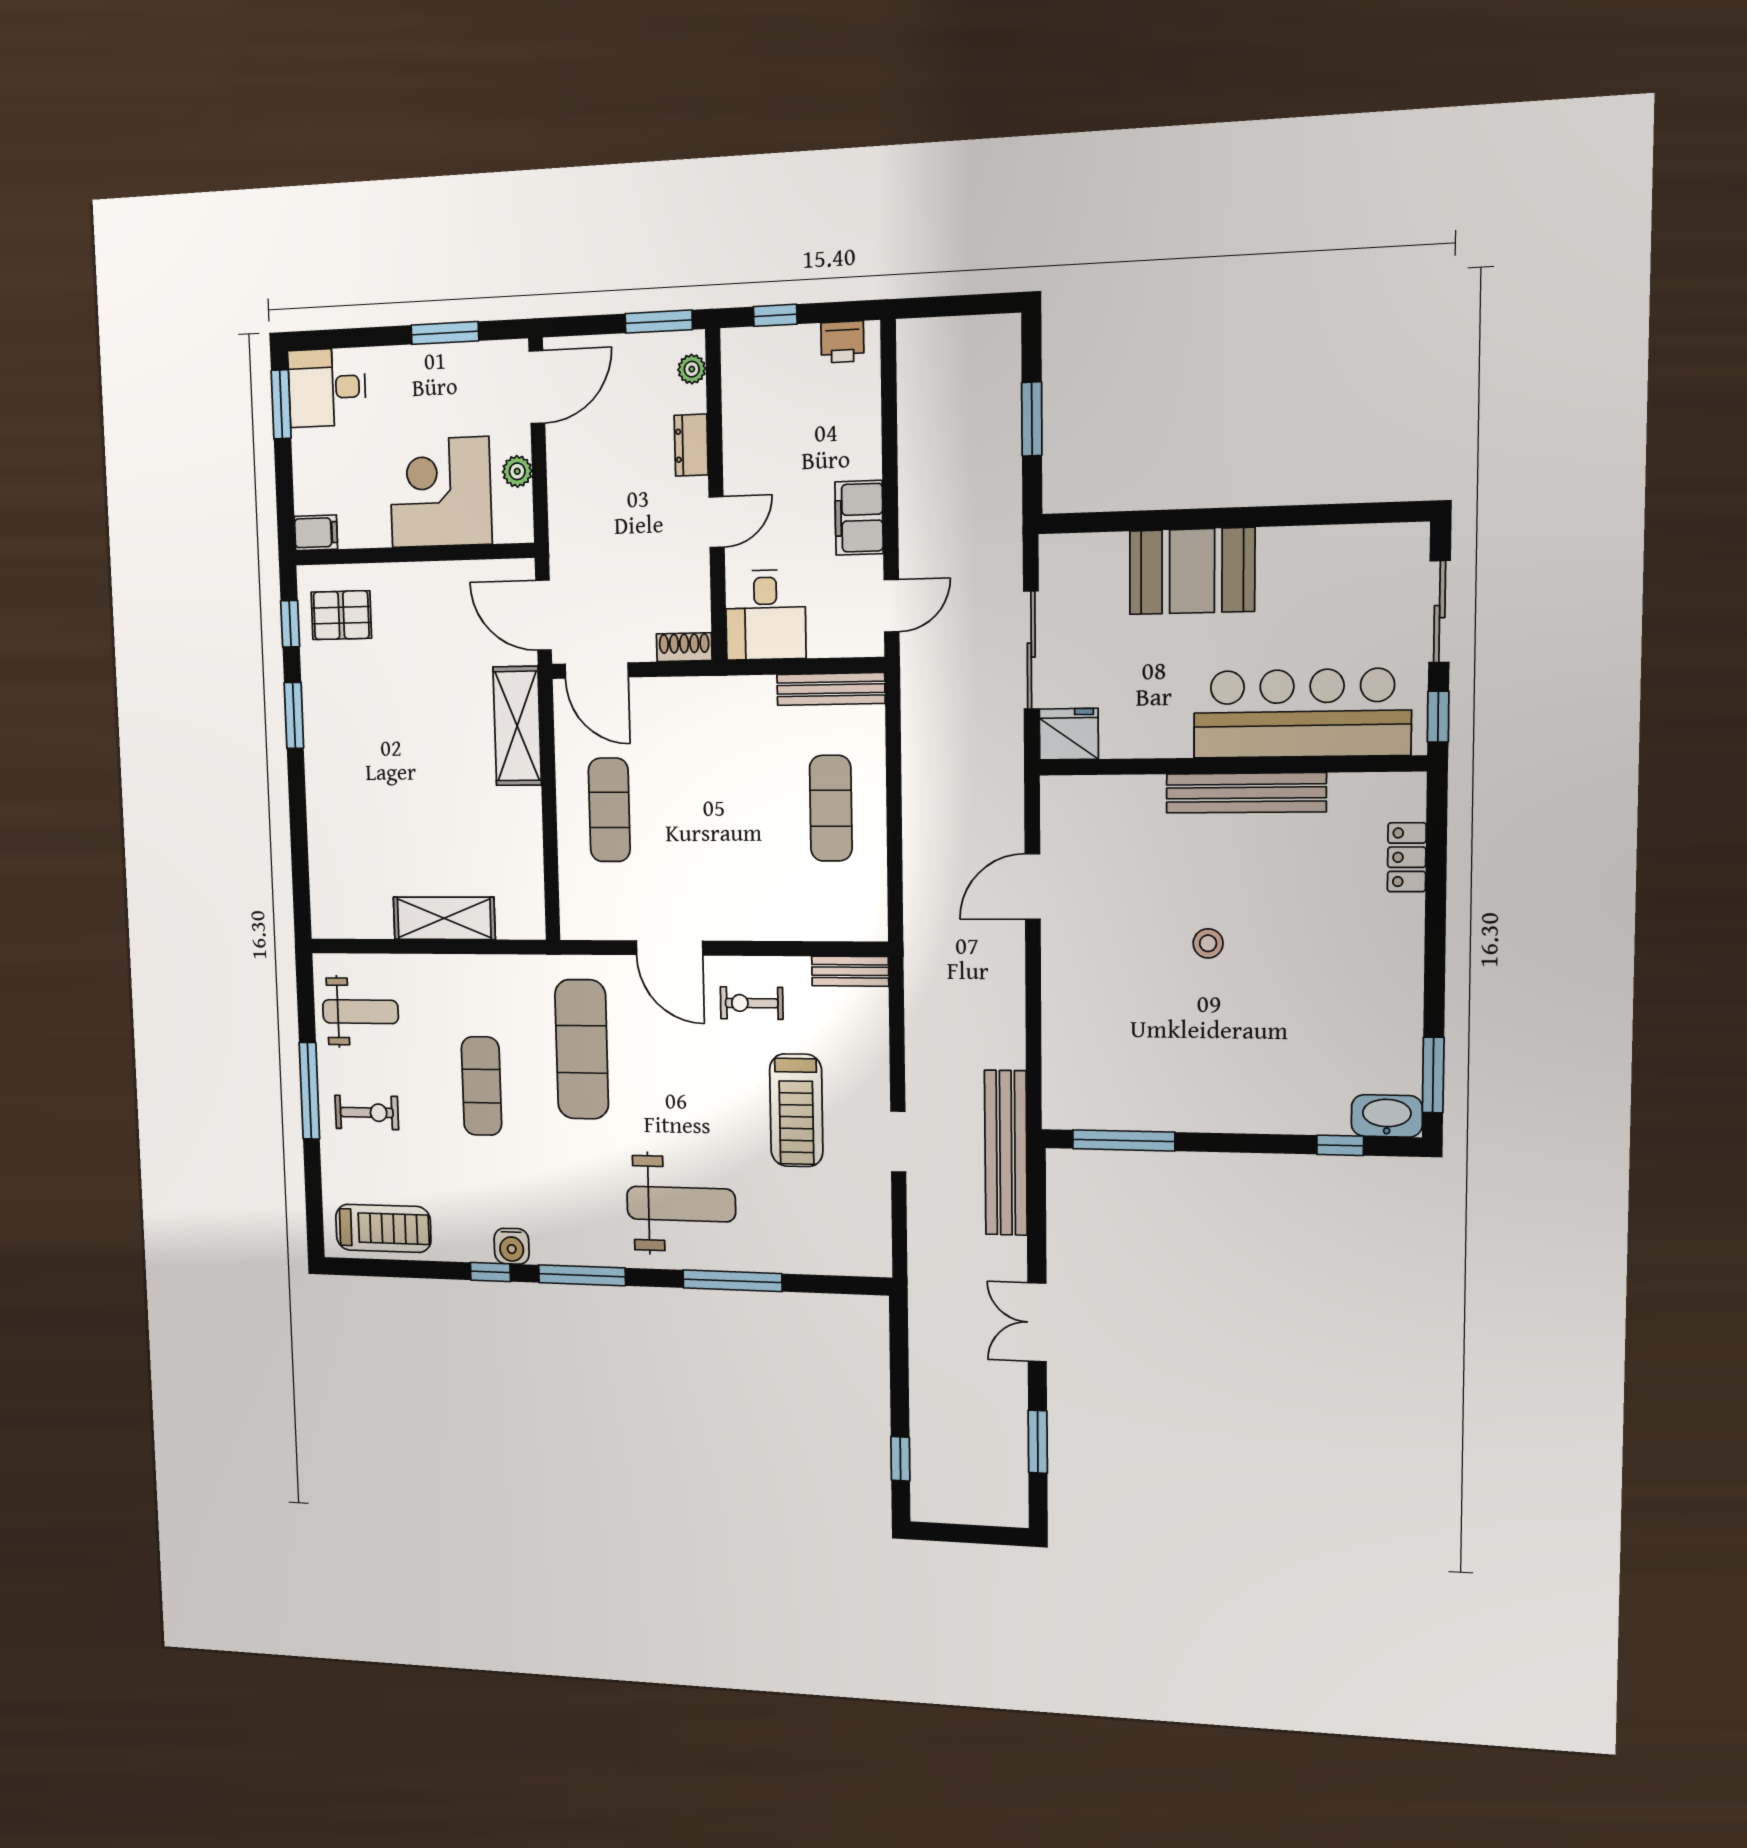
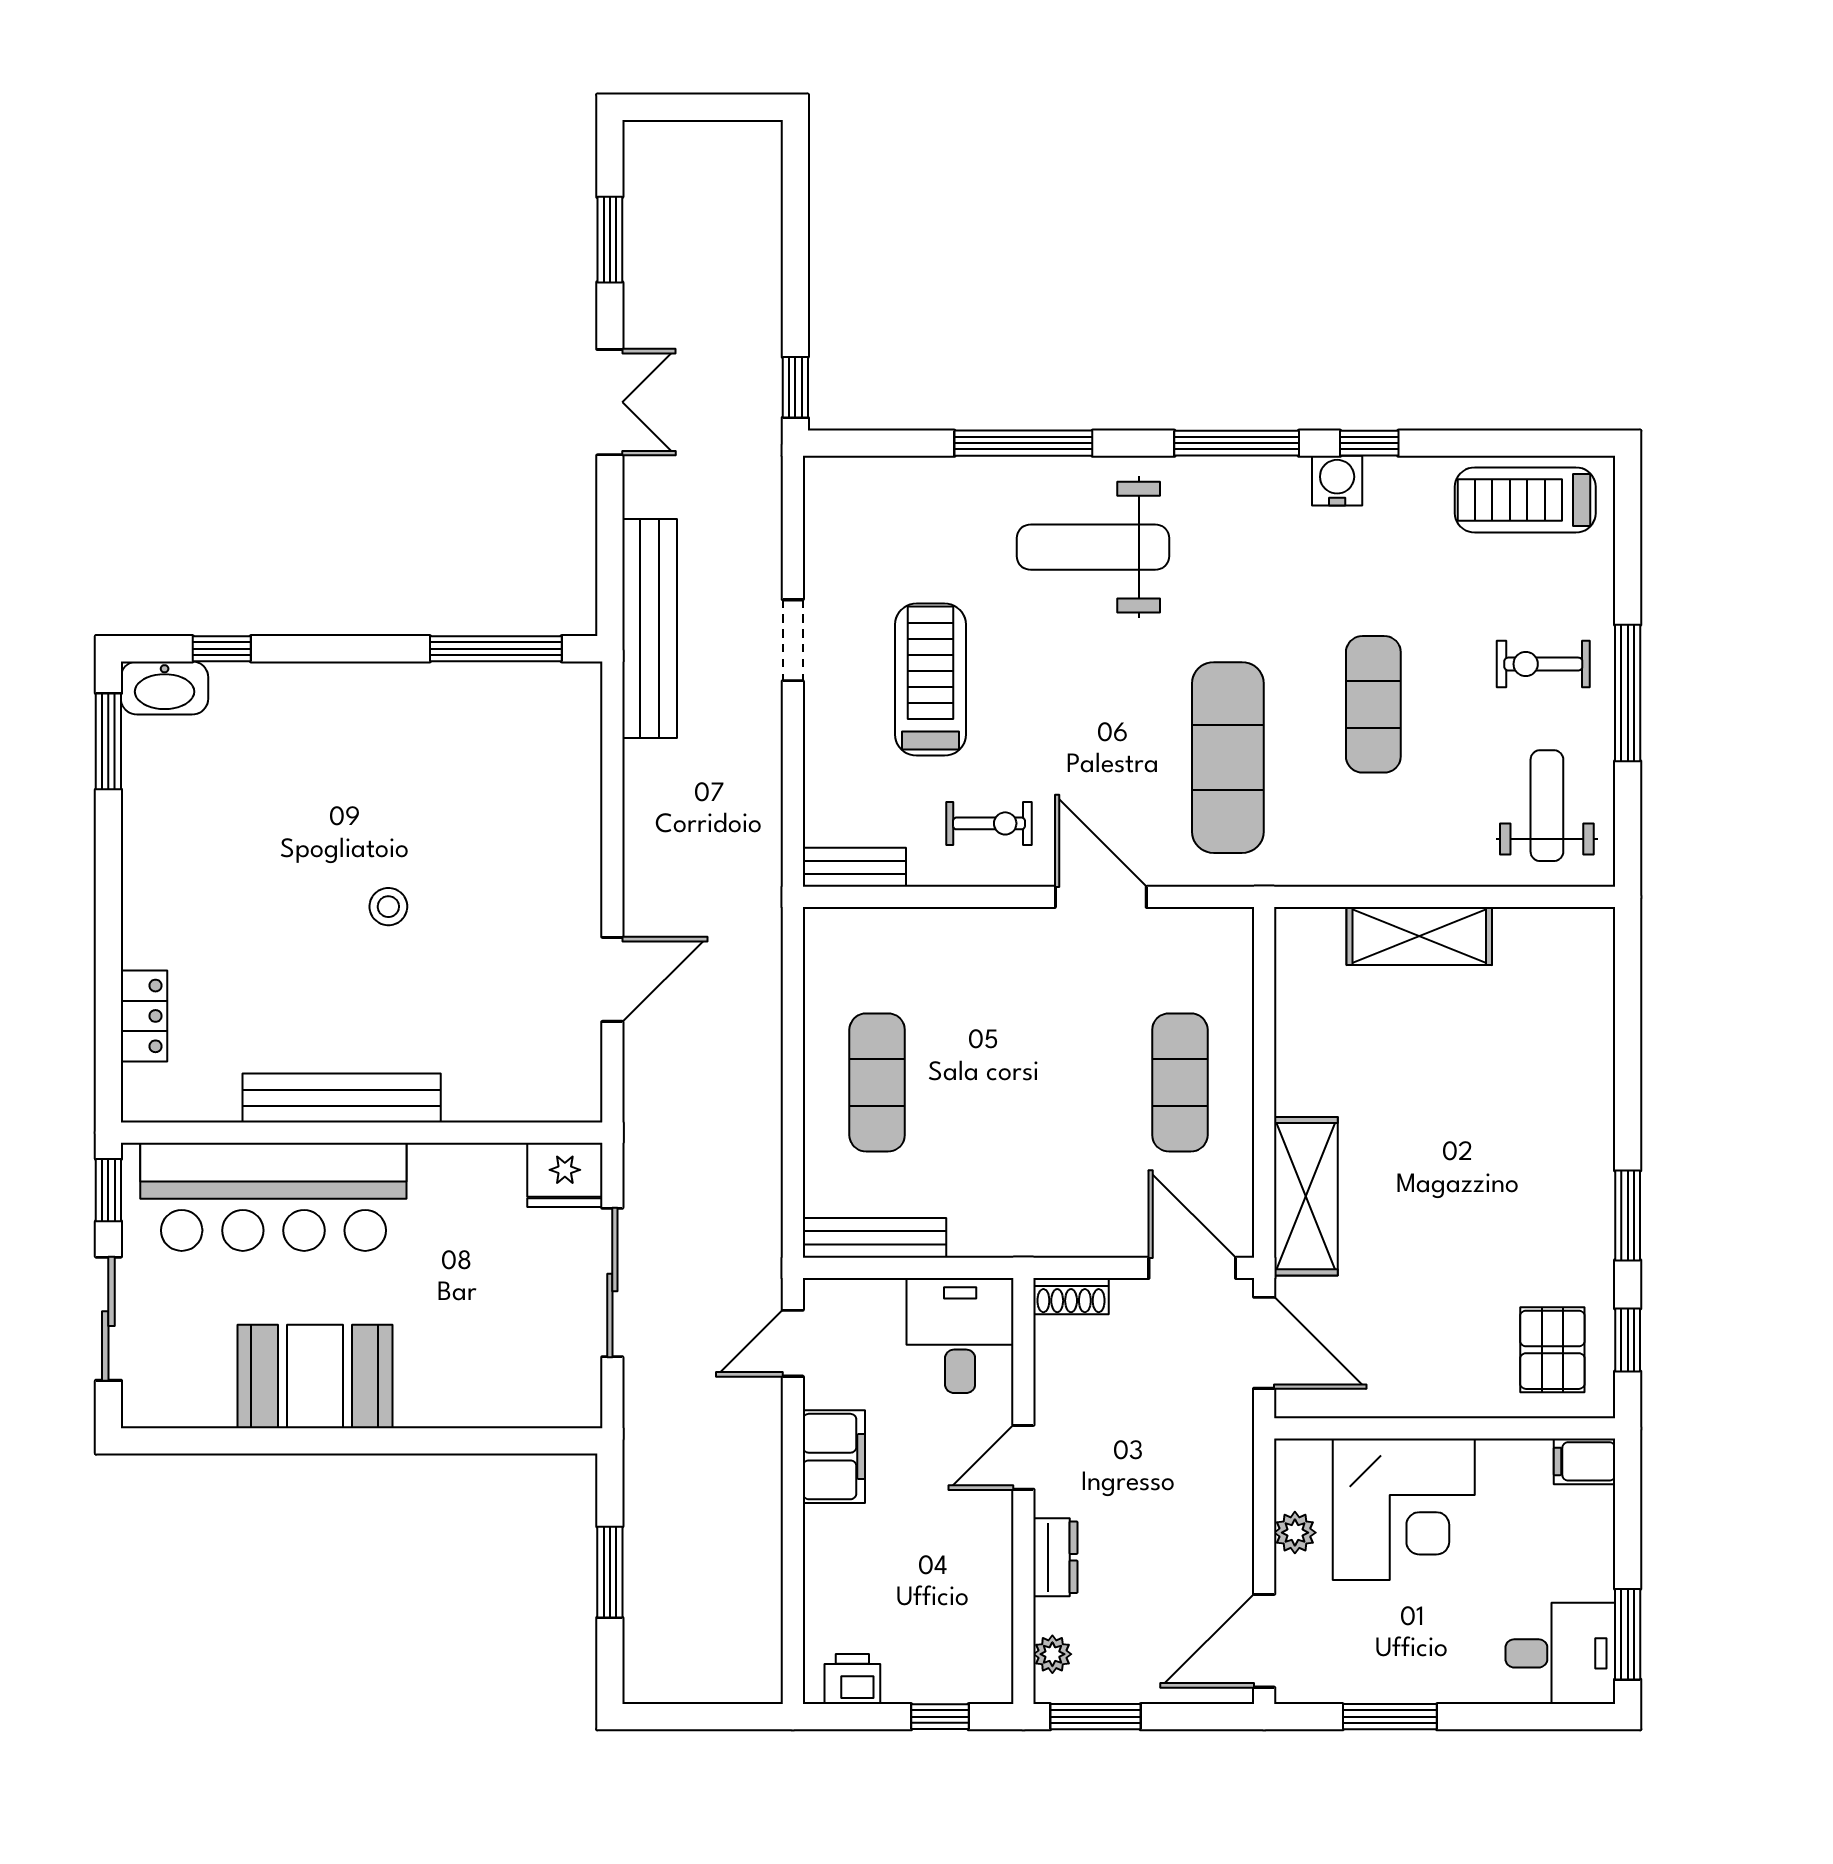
booth: (1192, 571) -> (315, 1376), moved
pallet: (341, 615) -> (1552, 1350), turned 90
weight bench: (360, 1012) -> (1547, 806), turned 90
window: (900, 1459) -> (795, 387), moved

